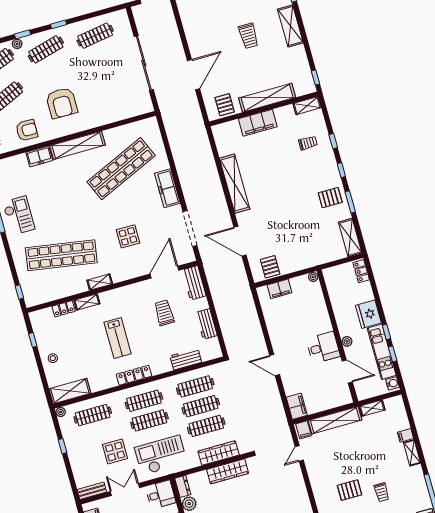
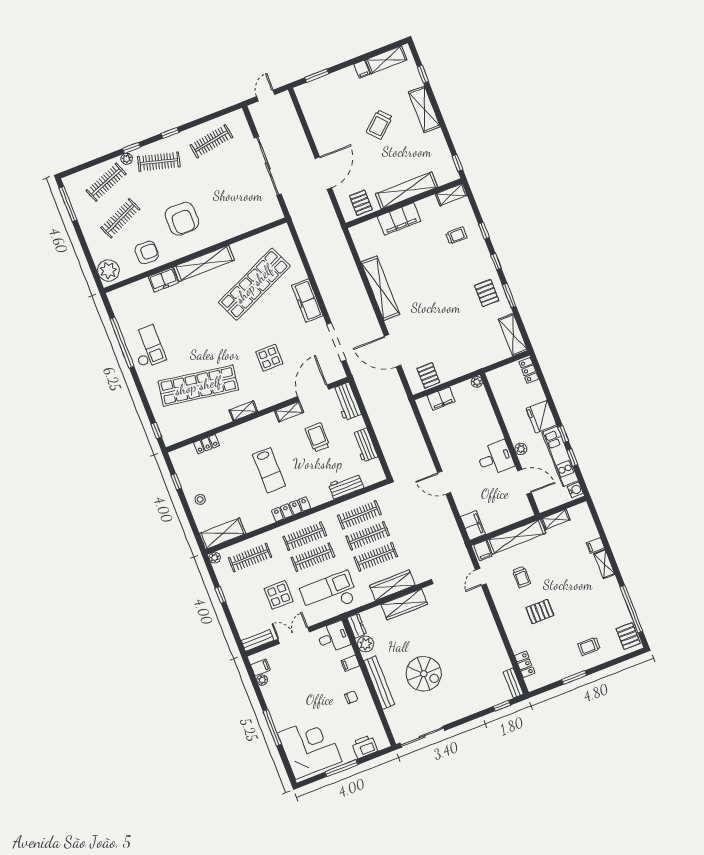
trolley: (248, 36) -> (379, 125), turned 48
clothes rail: (46, 49) -> (159, 162), turned 30
pallet: (330, 198) -> (487, 293), turned 90
shelving: (87, 302) -> (289, 412), moved
trolley: (382, 492) -> (522, 577), moved

